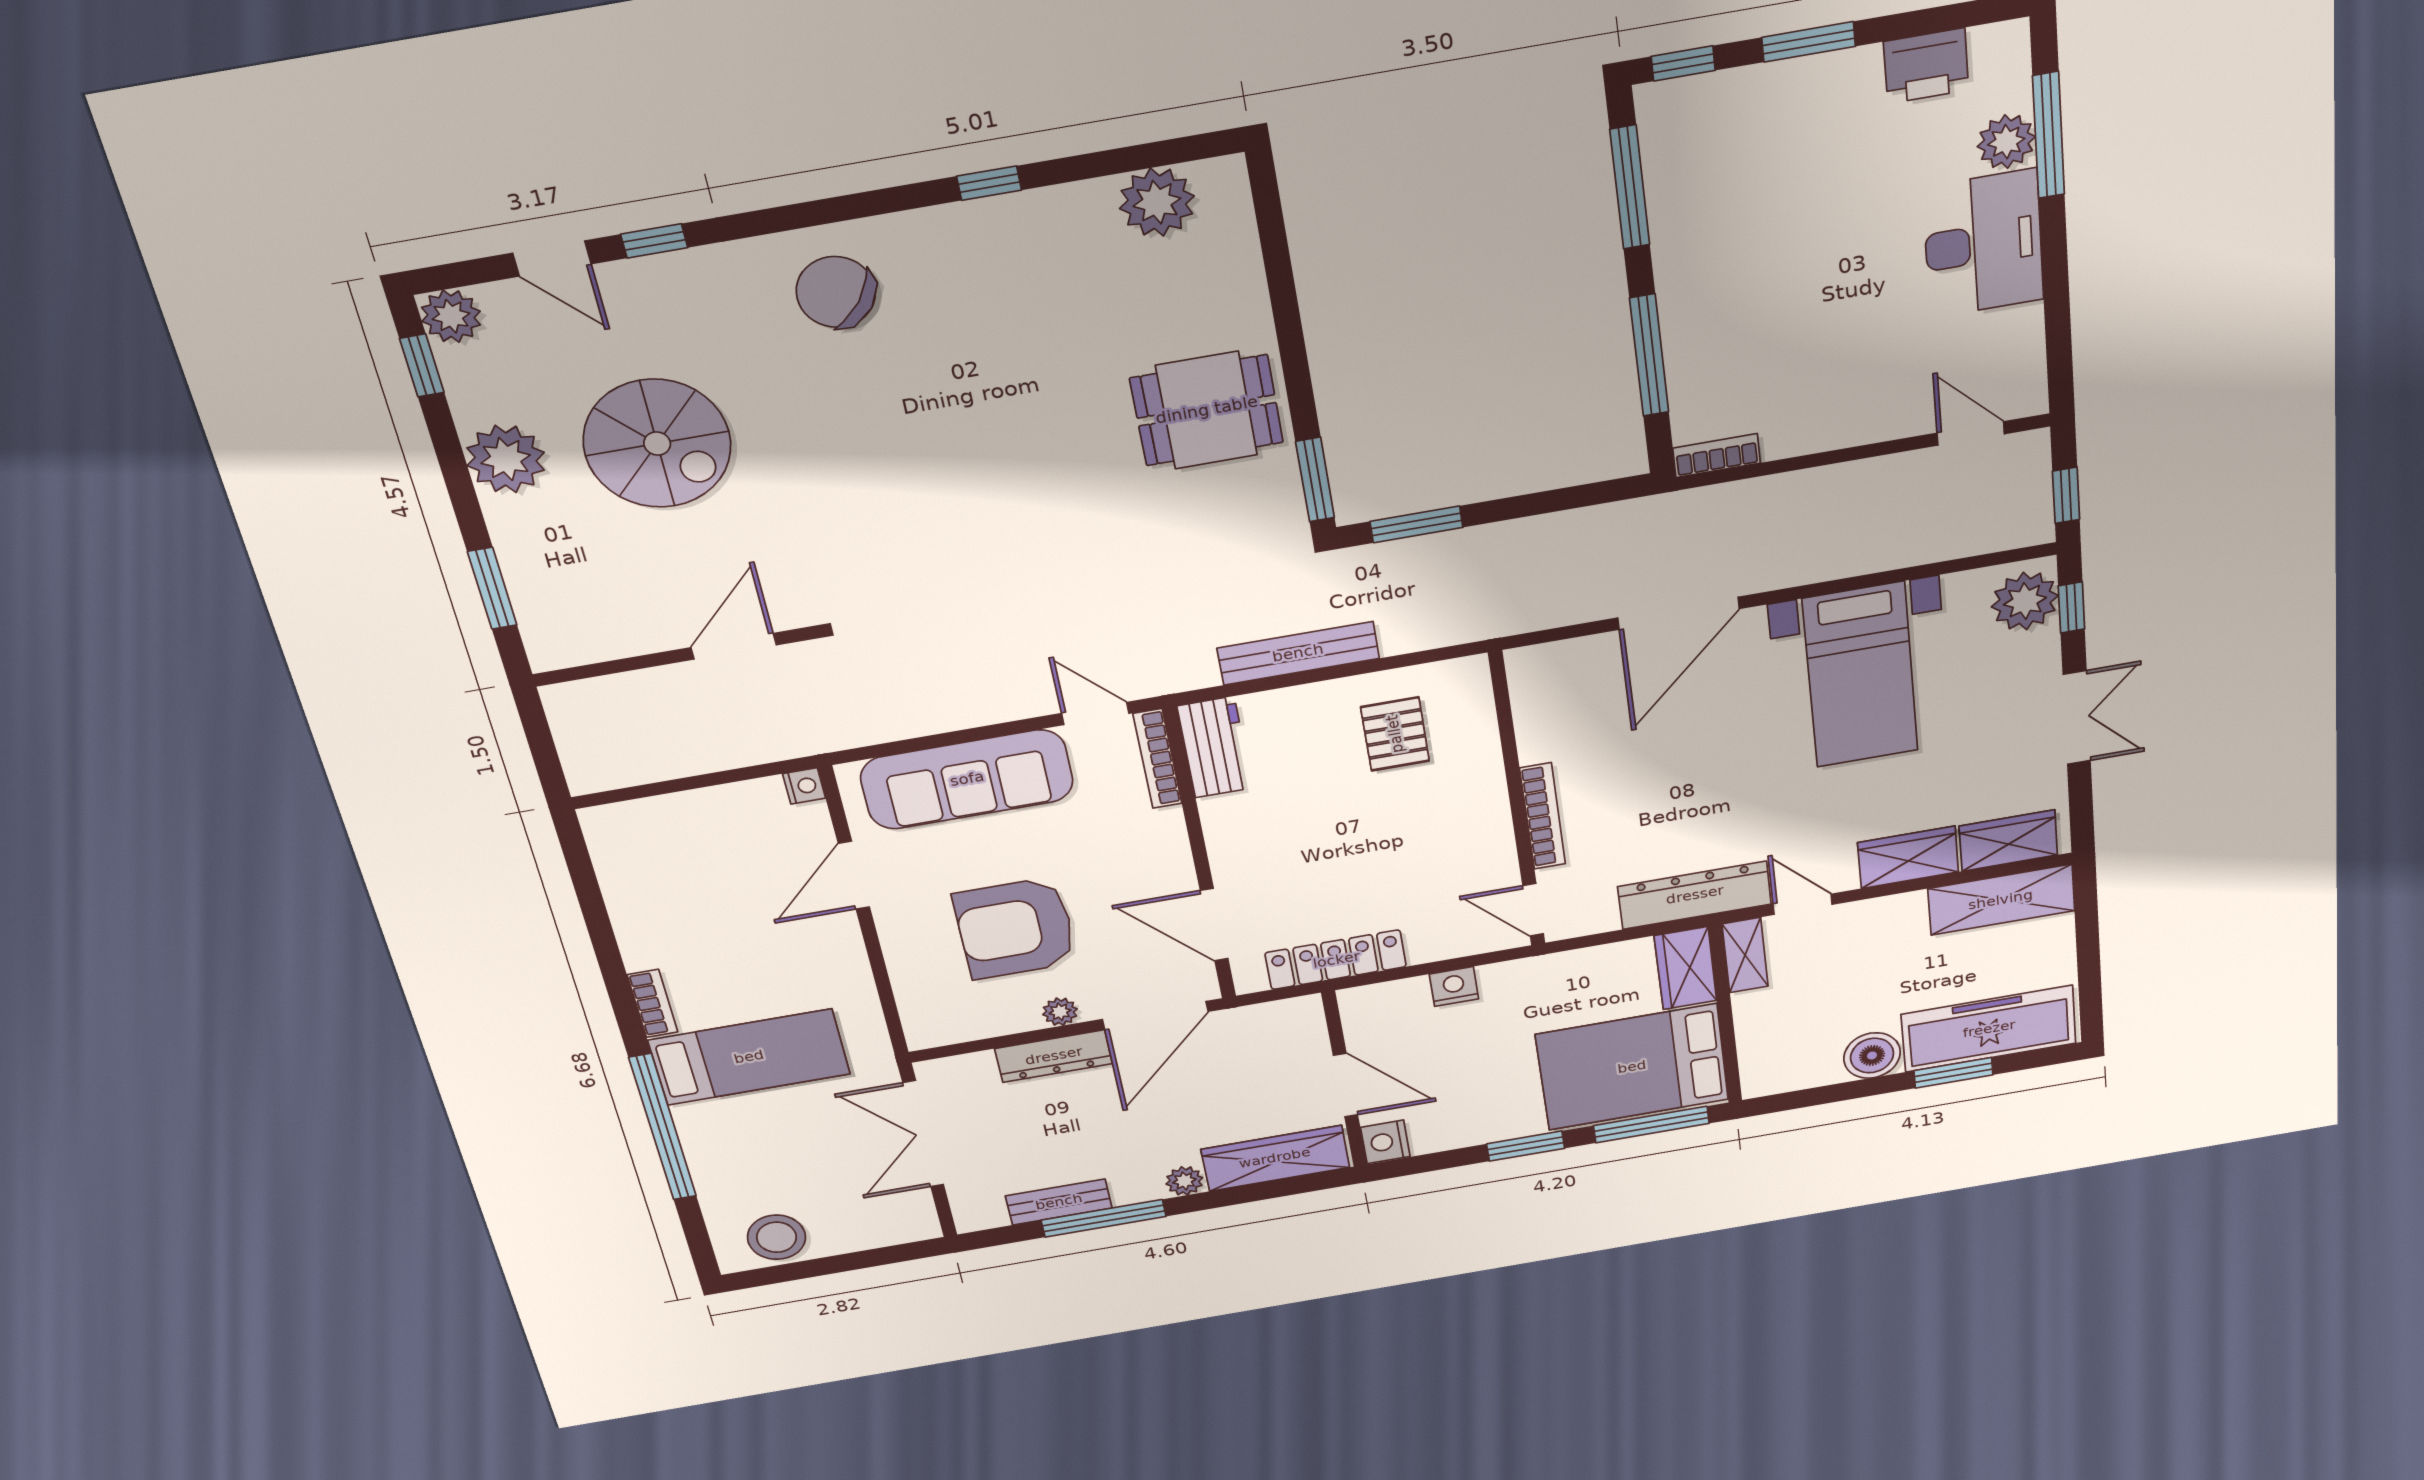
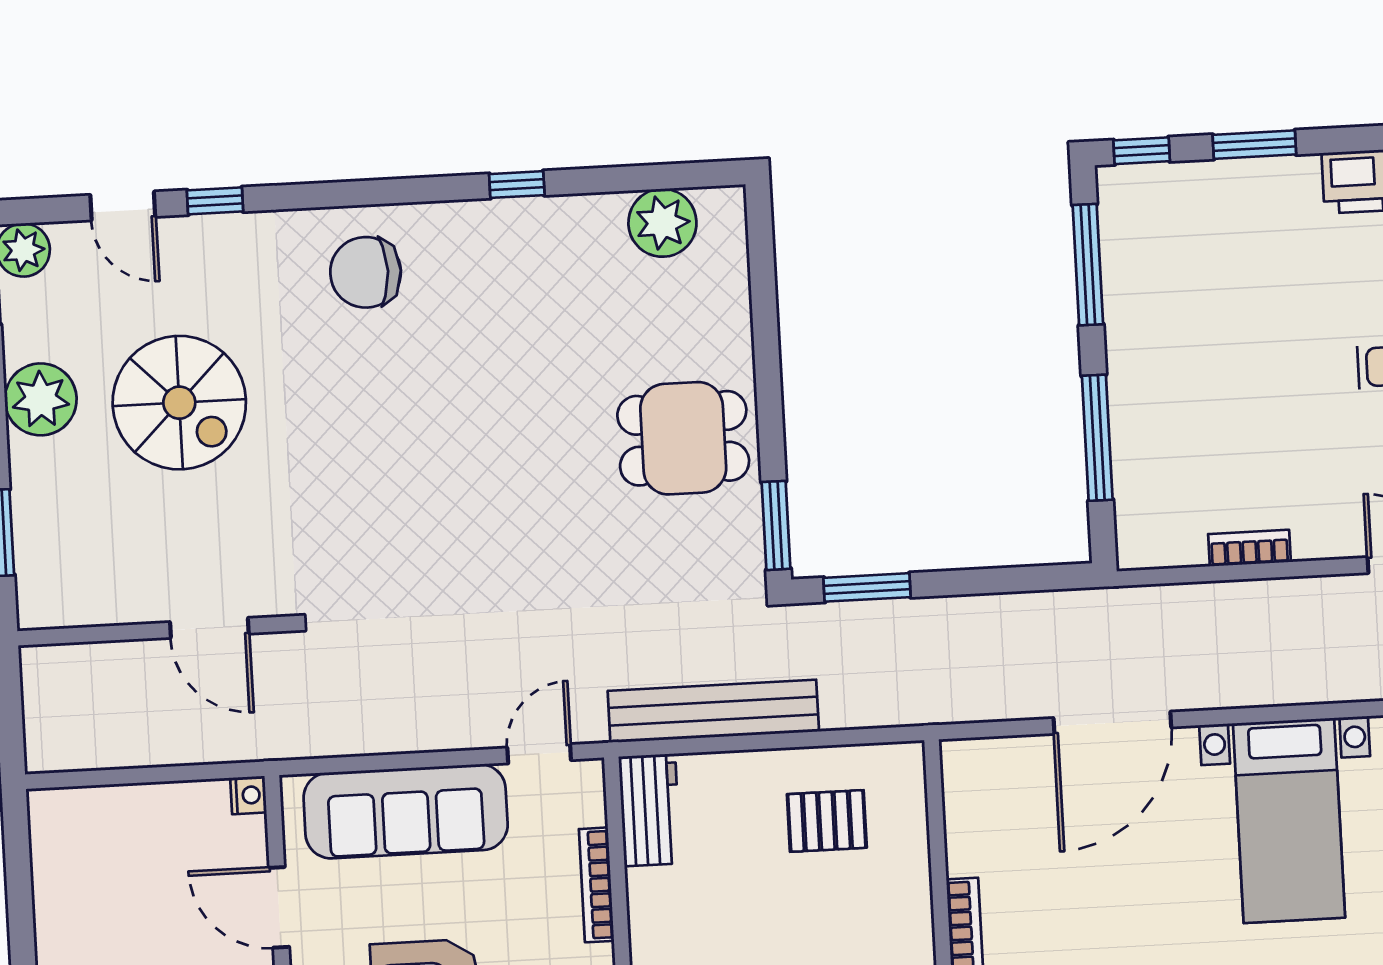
chair: (836, 292) -> (366, 272), turned -37
bookcase: (1717, 456) -> (1249, 548), moved
door: (734, 646) -> (209, 628), swing flipped
bench: (1298, 653) -> (713, 711), width x1.37, depth x1.21
door: (1095, 713) -> (539, 754), hinge flipped
pallet: (1395, 734) -> (827, 821), turned 90
bookcase: (1157, 759) -> (596, 885), moved
door: (854, 875) -> (279, 907), hinge flipped

